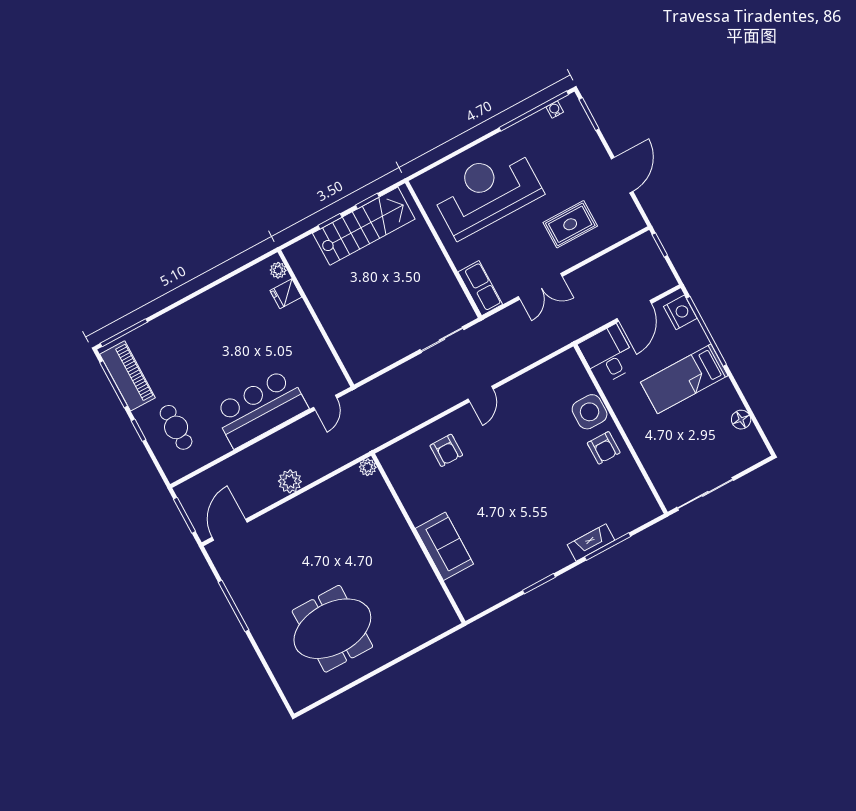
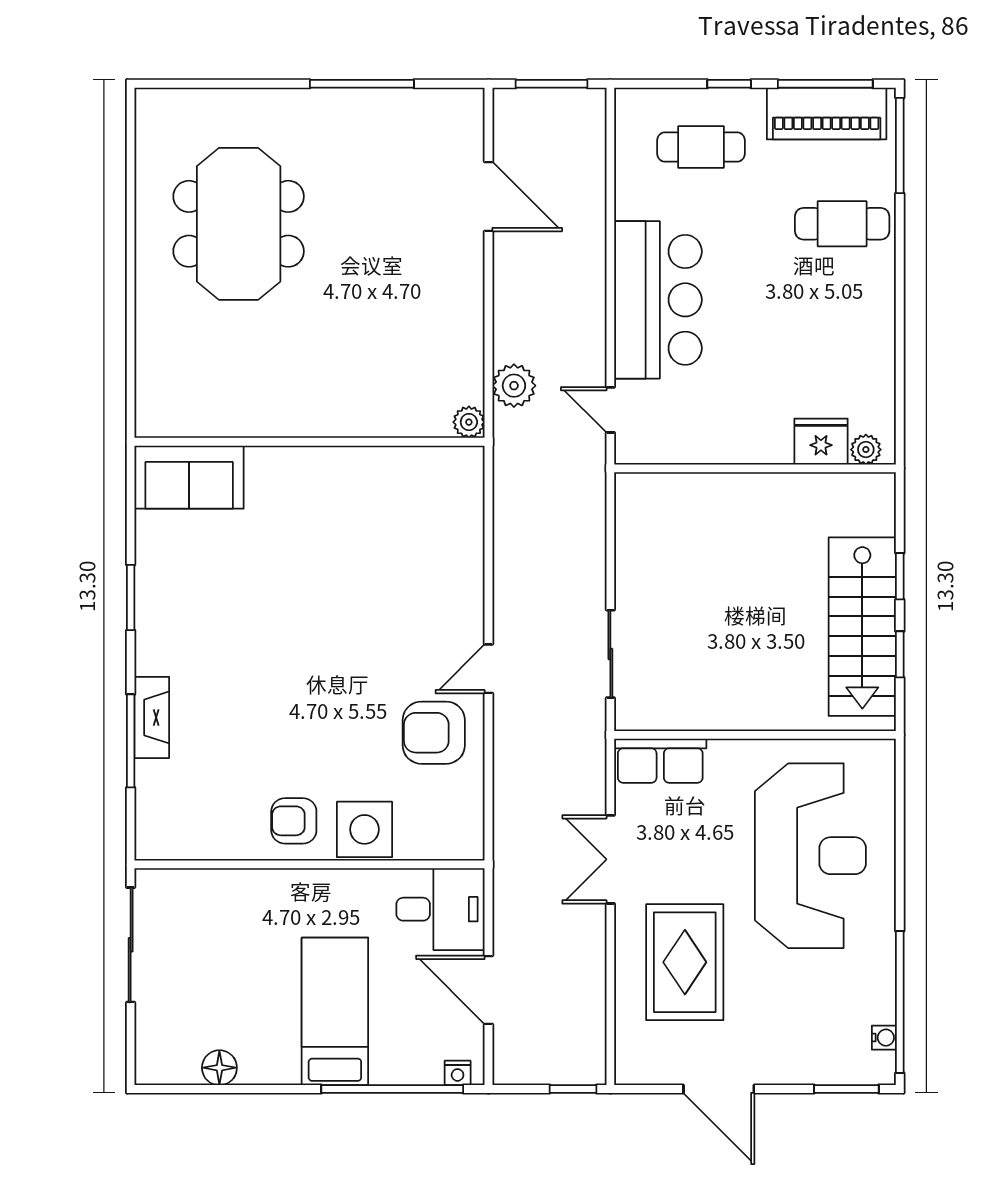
rug: (570, 224) -> (685, 962), width x1.36, depth x1.43
fridge: (286, 294) -> (821, 442), width x1.38
nightstand: (680, 312) -> (458, 1073), width x0.53, depth x0.56
cafe table: (176, 340) -> (842, 224), added
door: (481, 394) -> (489, 669), hinge flipped
armchair: (446, 450) -> (434, 733), moved, width x1.38, depth x1.38
plant: (290, 481) -> (514, 386), moved
door: (230, 530) -> (489, 196), moved
sofa: (444, 546) -> (189, 477), moved

